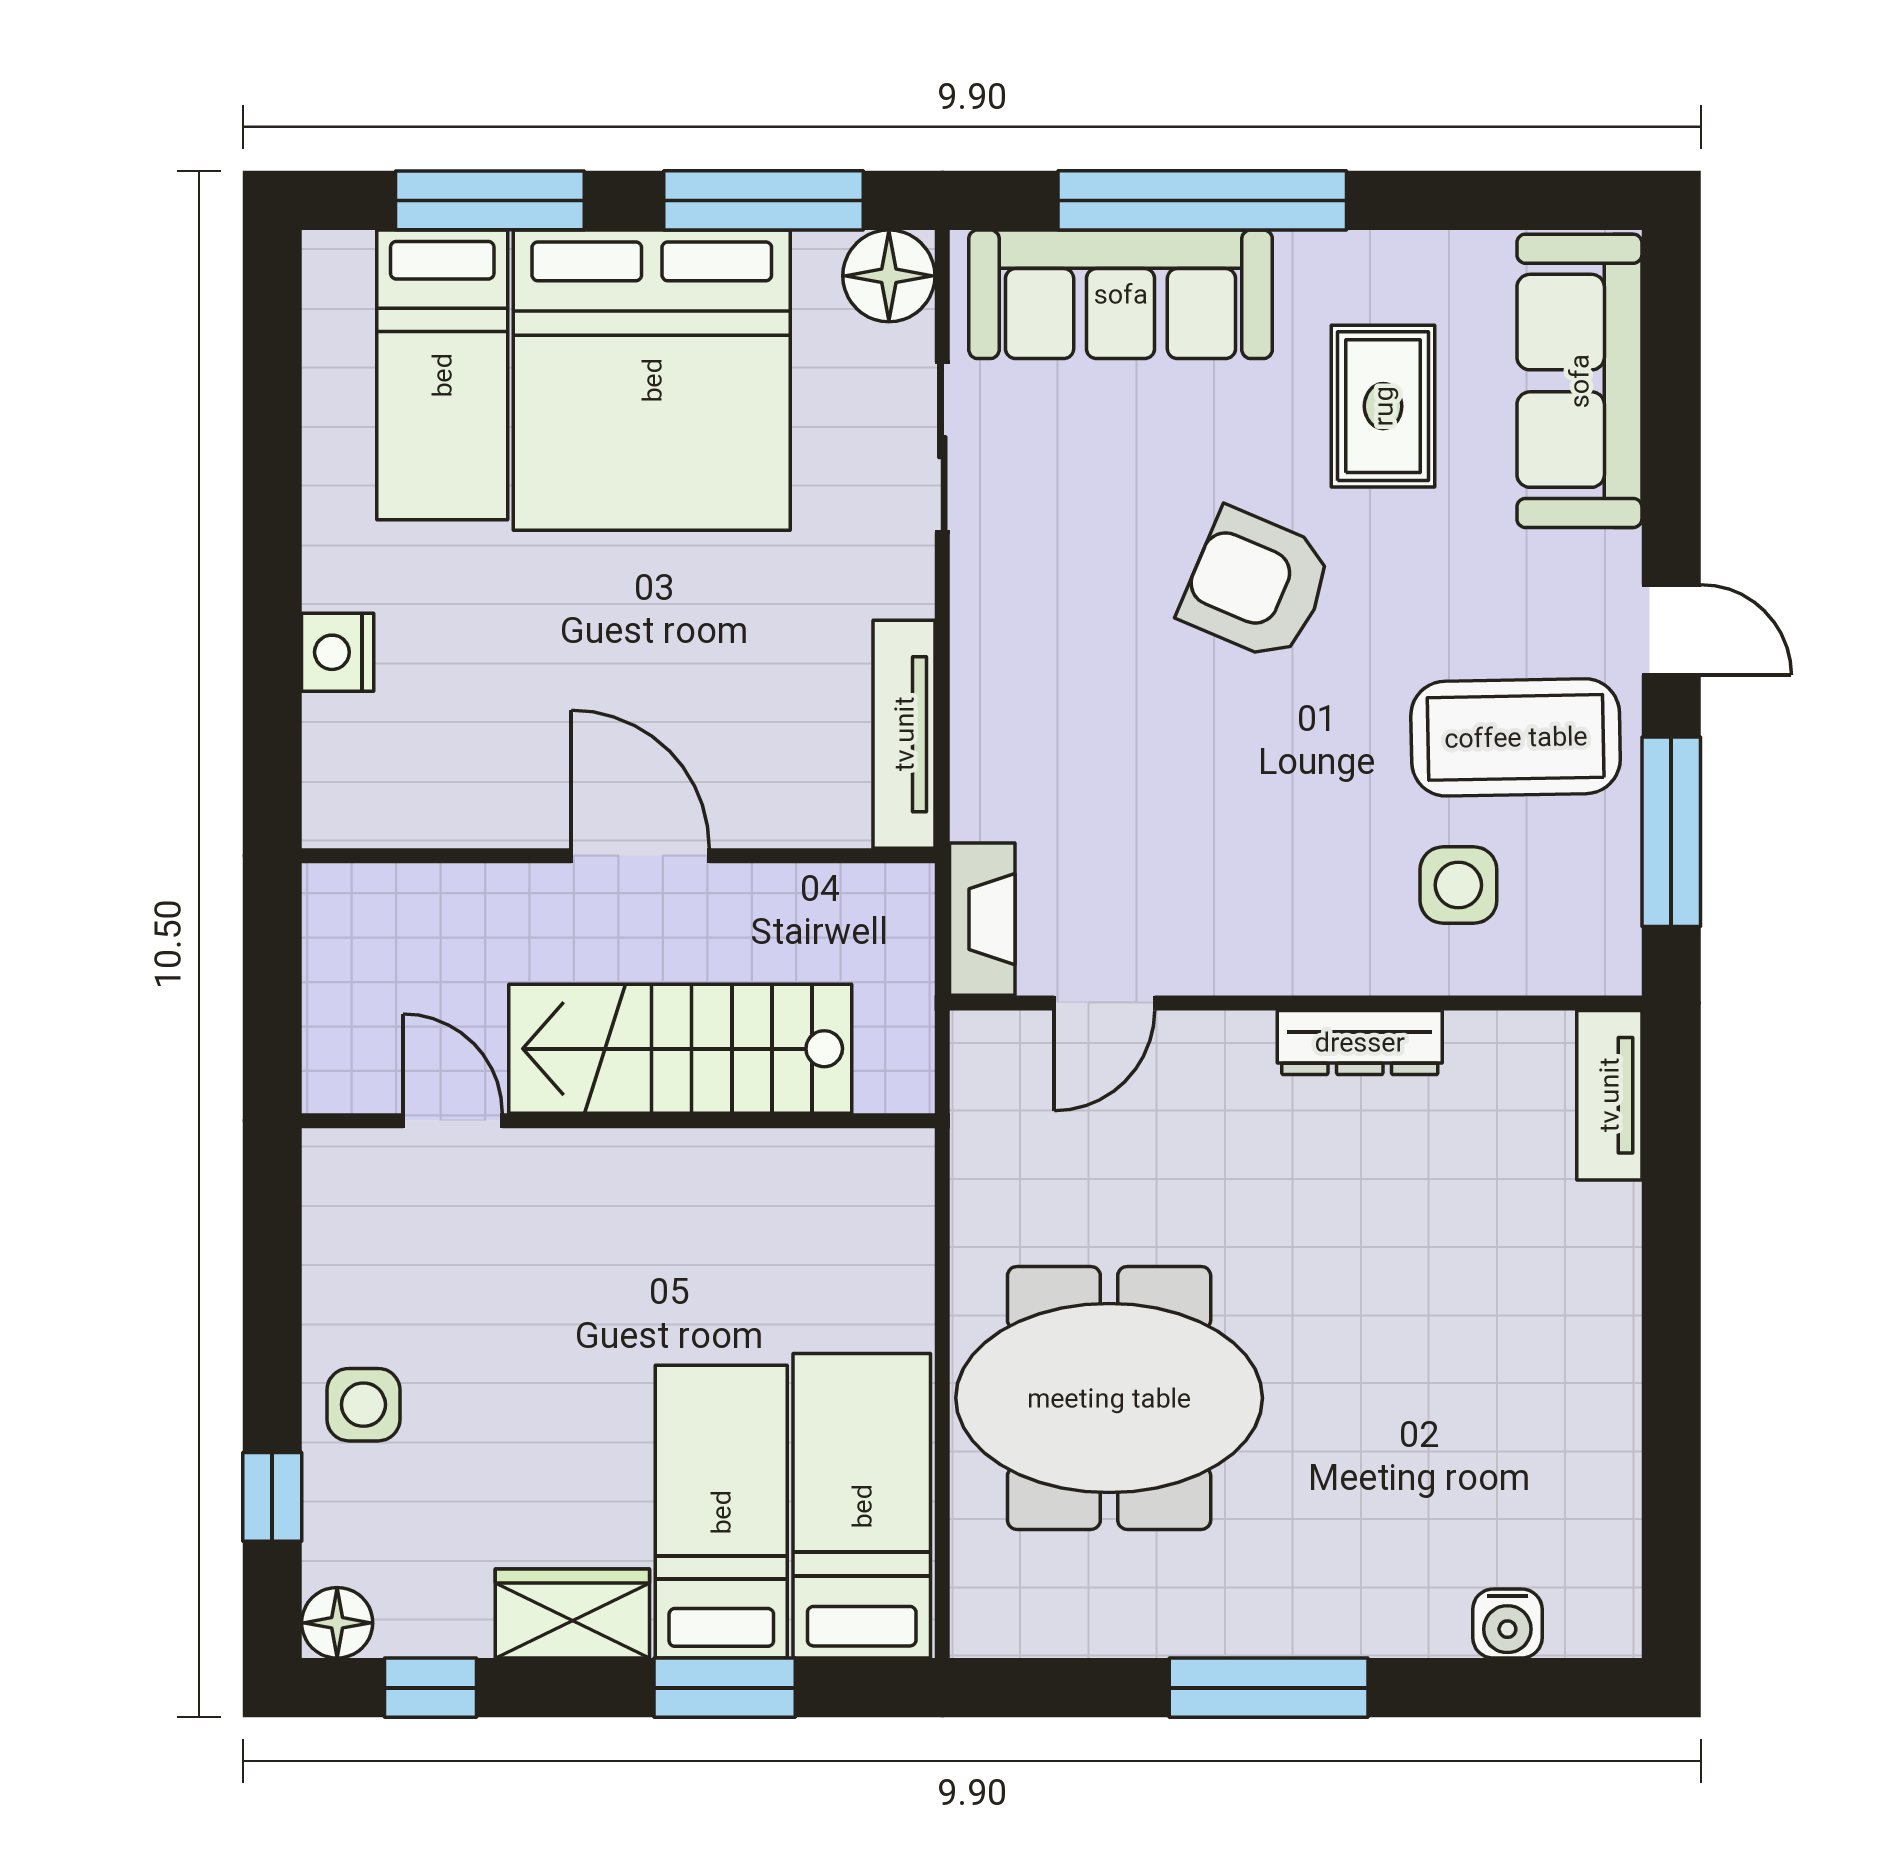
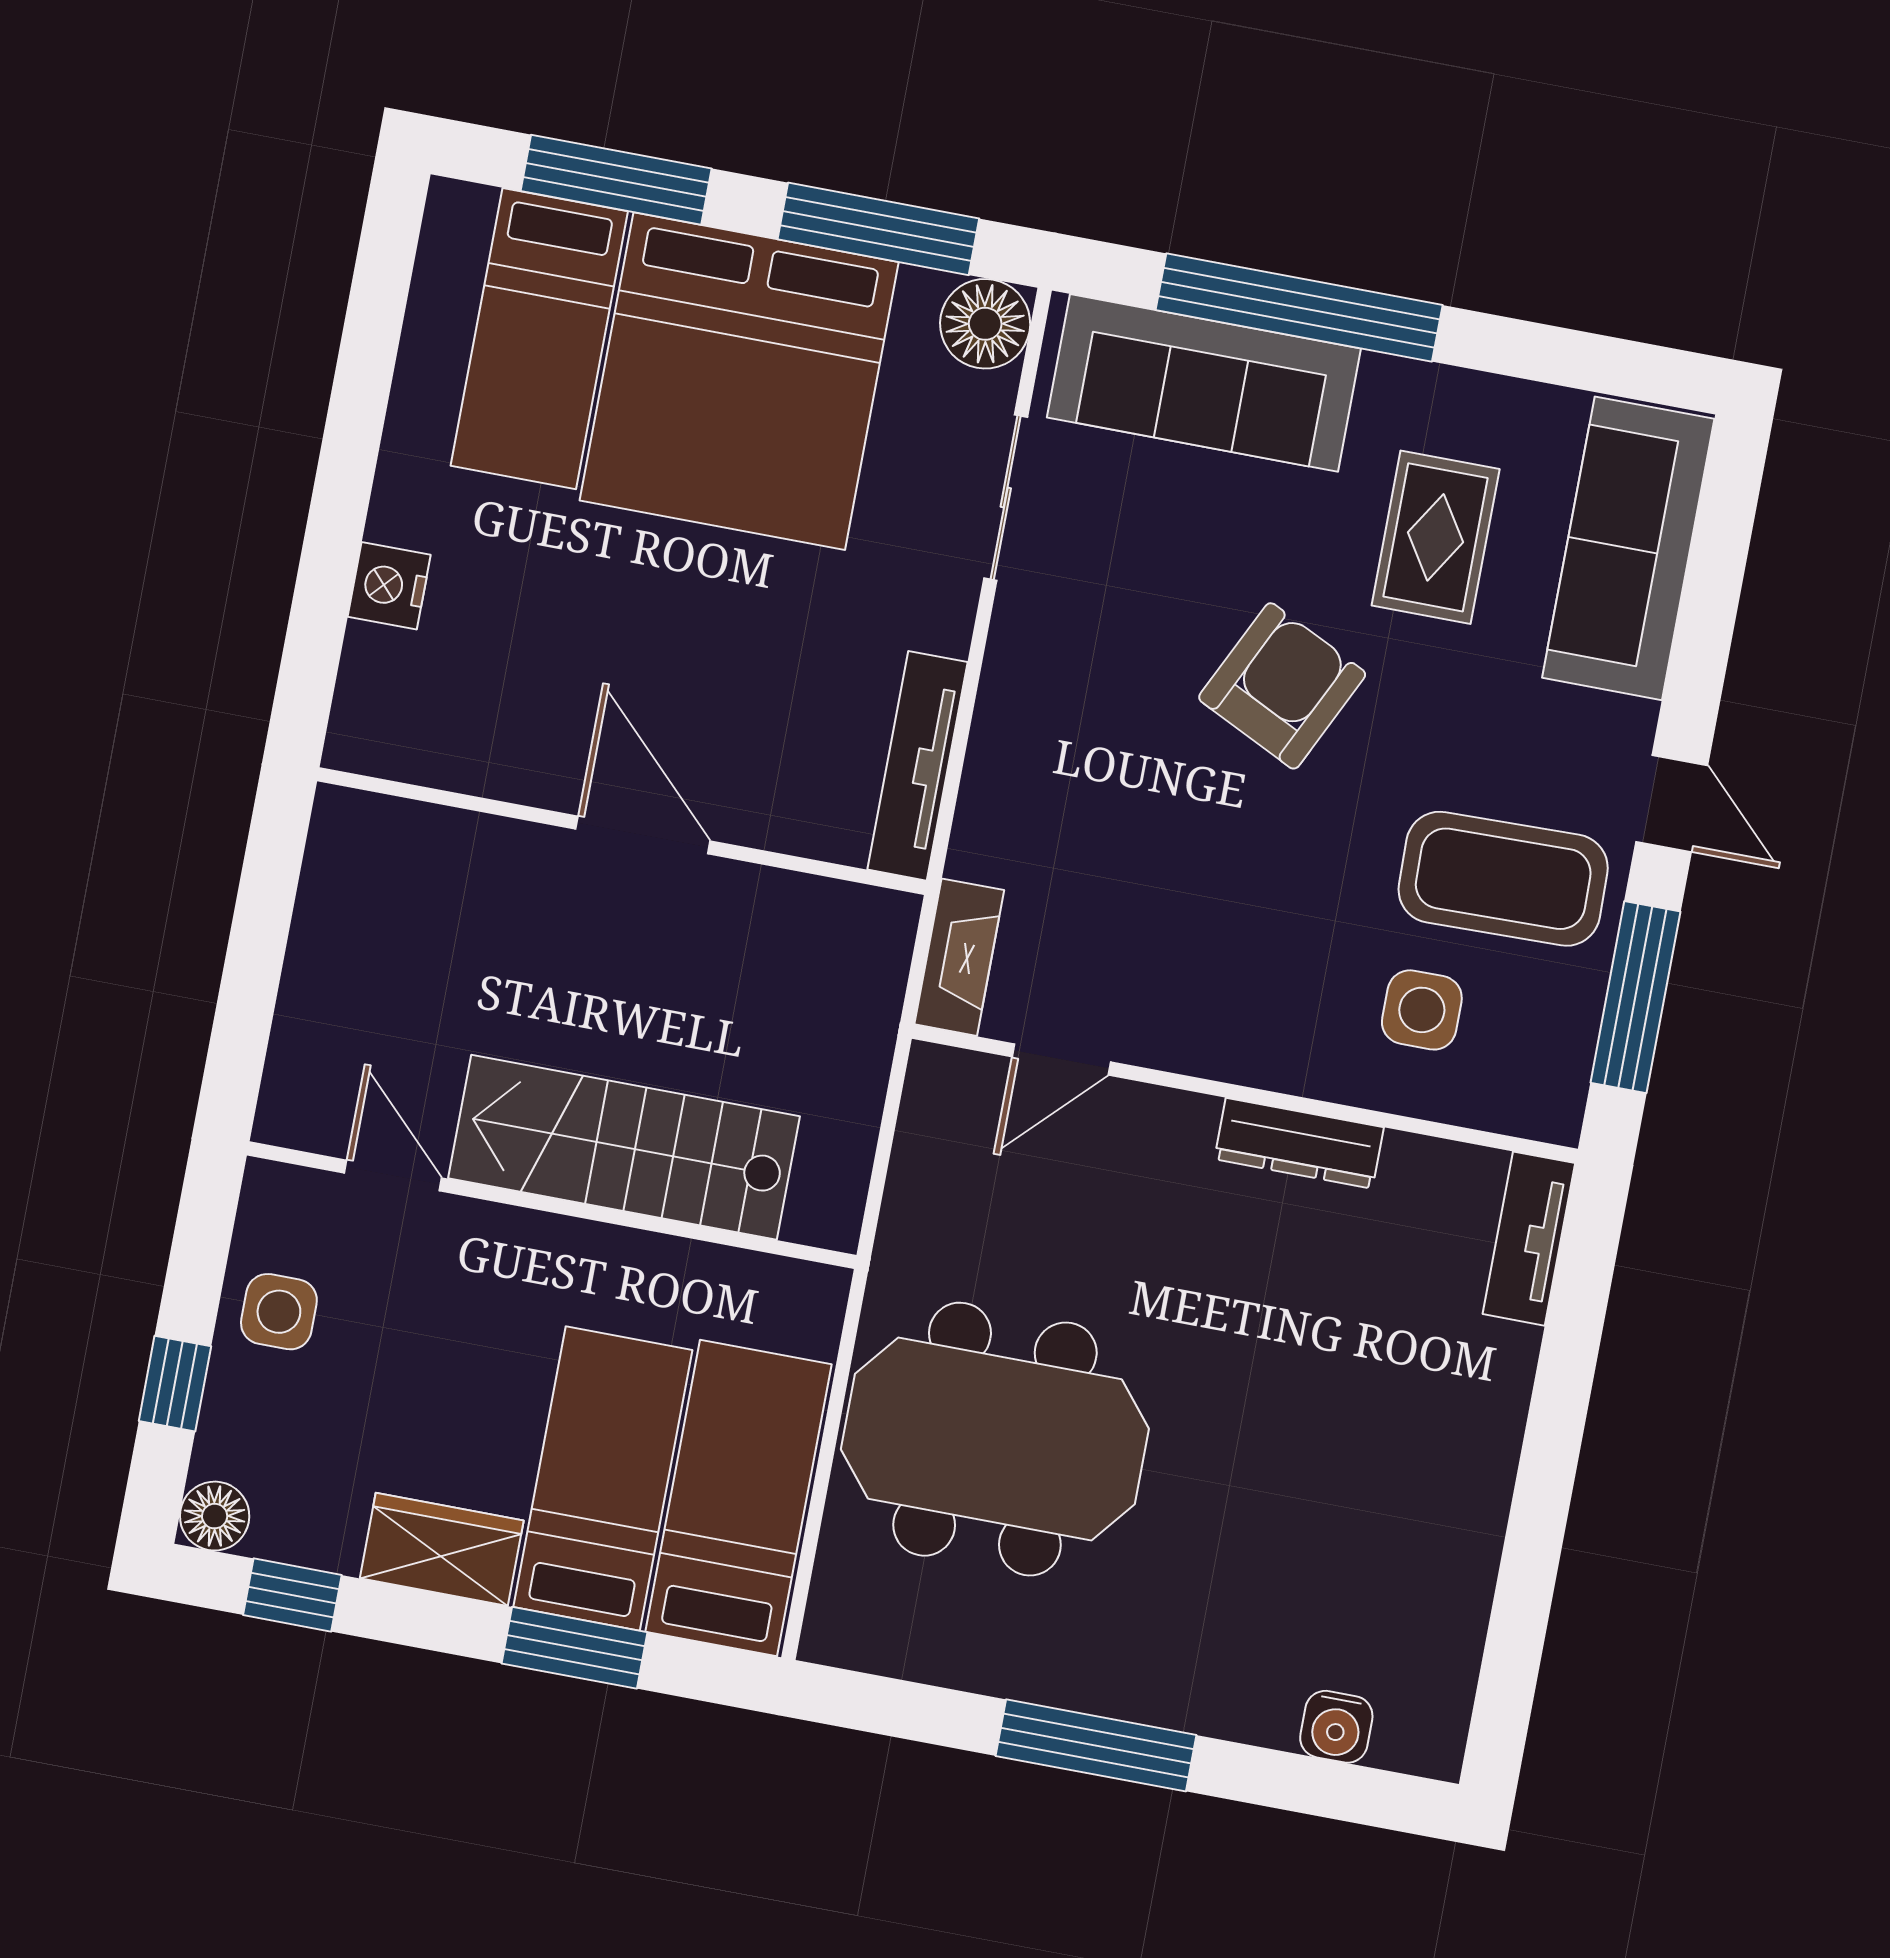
armchair: (1256, 585) -> (1282, 686), turned 93
stairs: (680, 1049) -> (624, 1147), moved
door: (453, 1121) -> (393, 1175), moved
wall: (618, 1121) -> (552, 1205), moved

